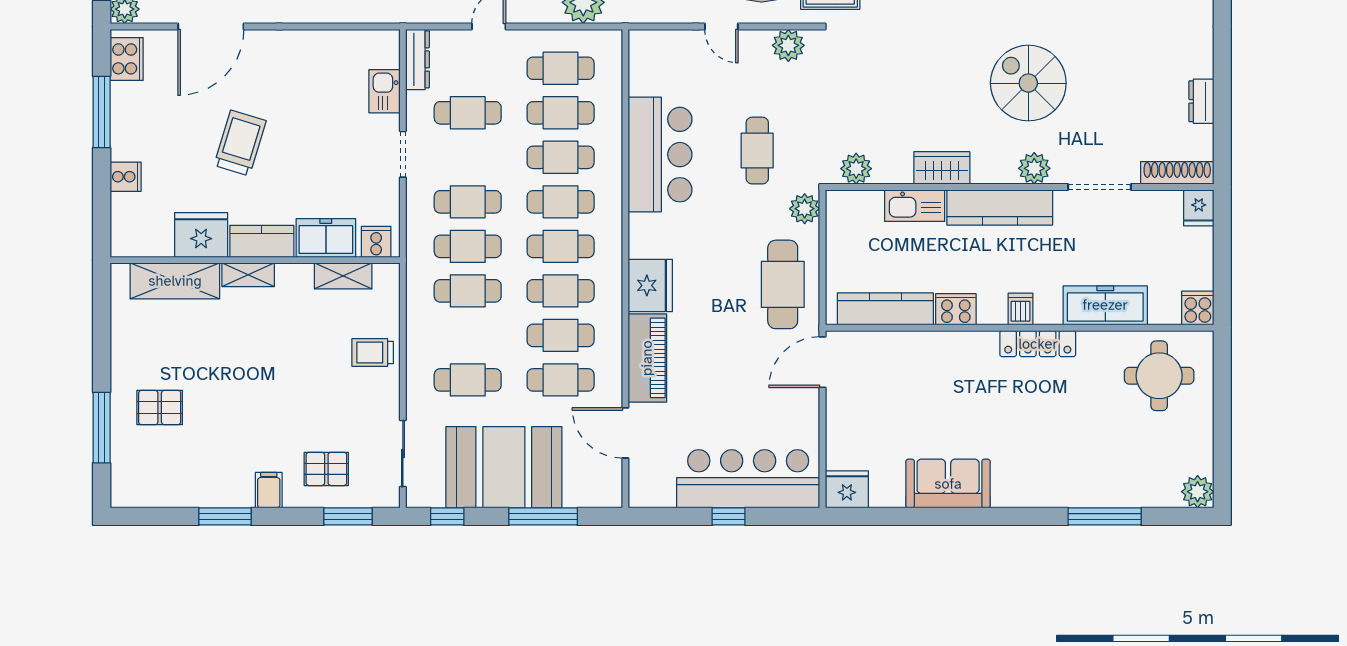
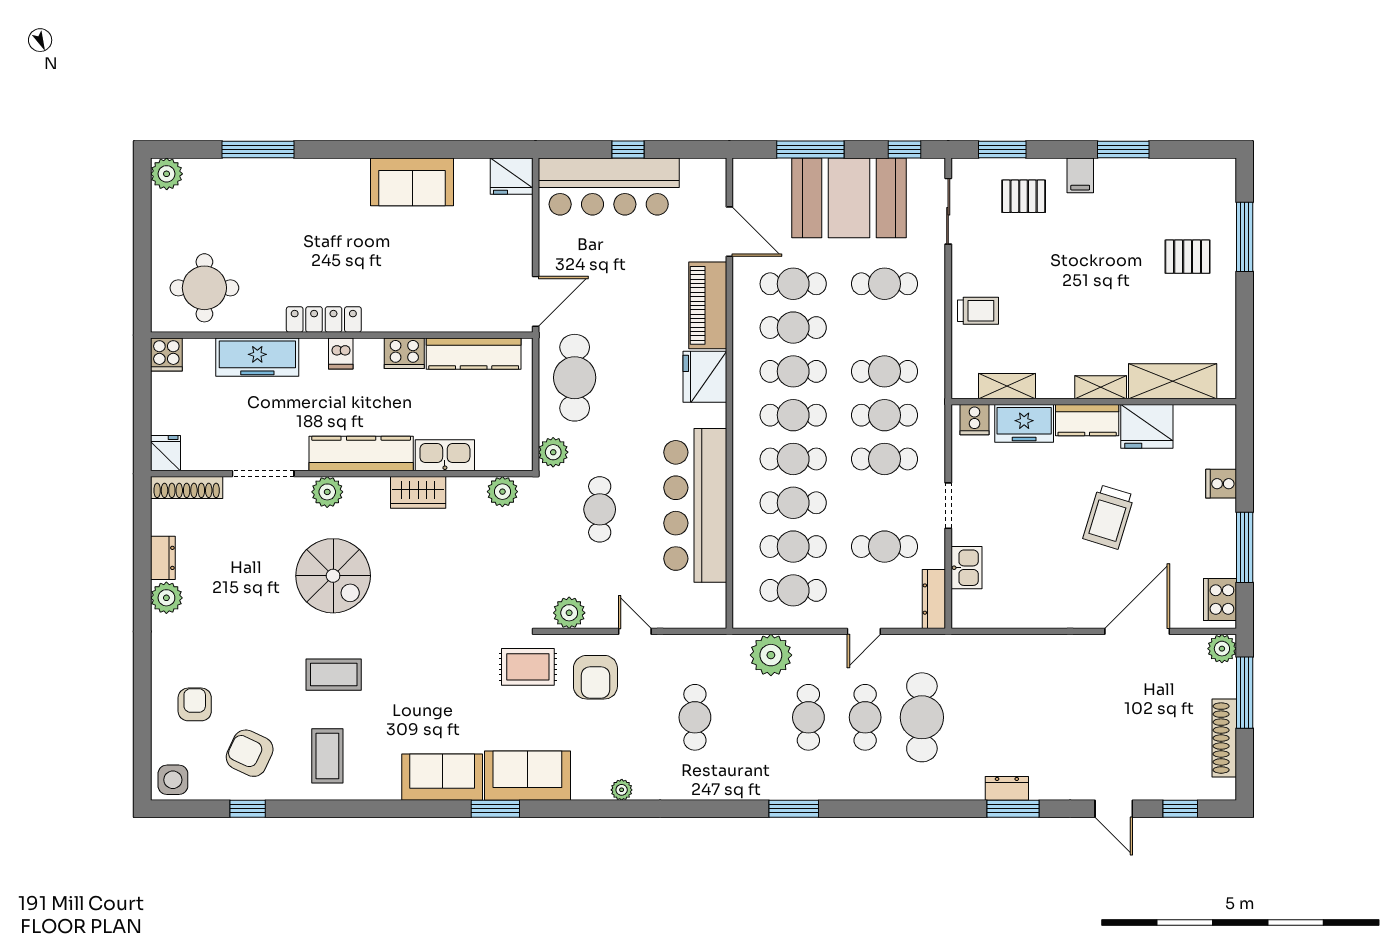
plant: (1198, 61) -> (166, 598), added
bar counter: (660, 155) -> (695, 505), width x1.36

